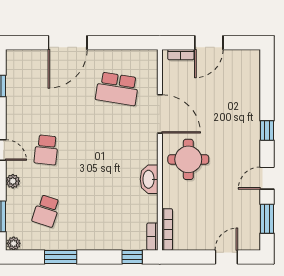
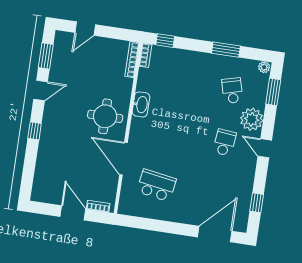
door: (68, 43) -> (215, 234), moved
door: (209, 43) -> (73, 213), hinge flipped
plant: (13, 181) -> (252, 119), width x1.88, depth x1.88
school desk: (46, 211) -> (232, 91), turned -33

